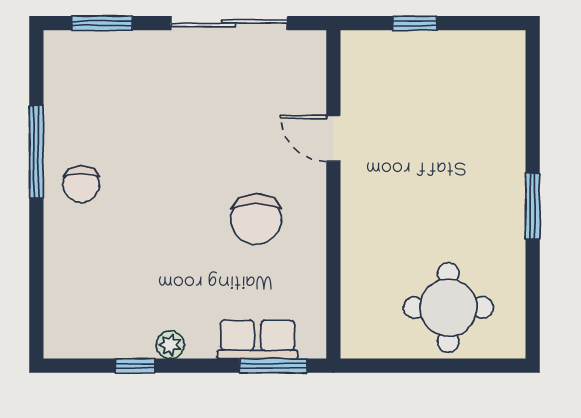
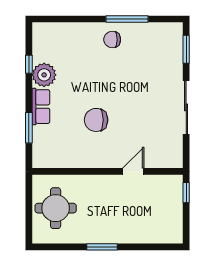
door: (333, 138) -> (133, 171), moved
wall: (333, 194) -> (107, 171), moved
row of seats: (257, 340) -> (41, 107), moved
plant: (170, 345) -> (44, 75), width x1.88, depth x1.88

